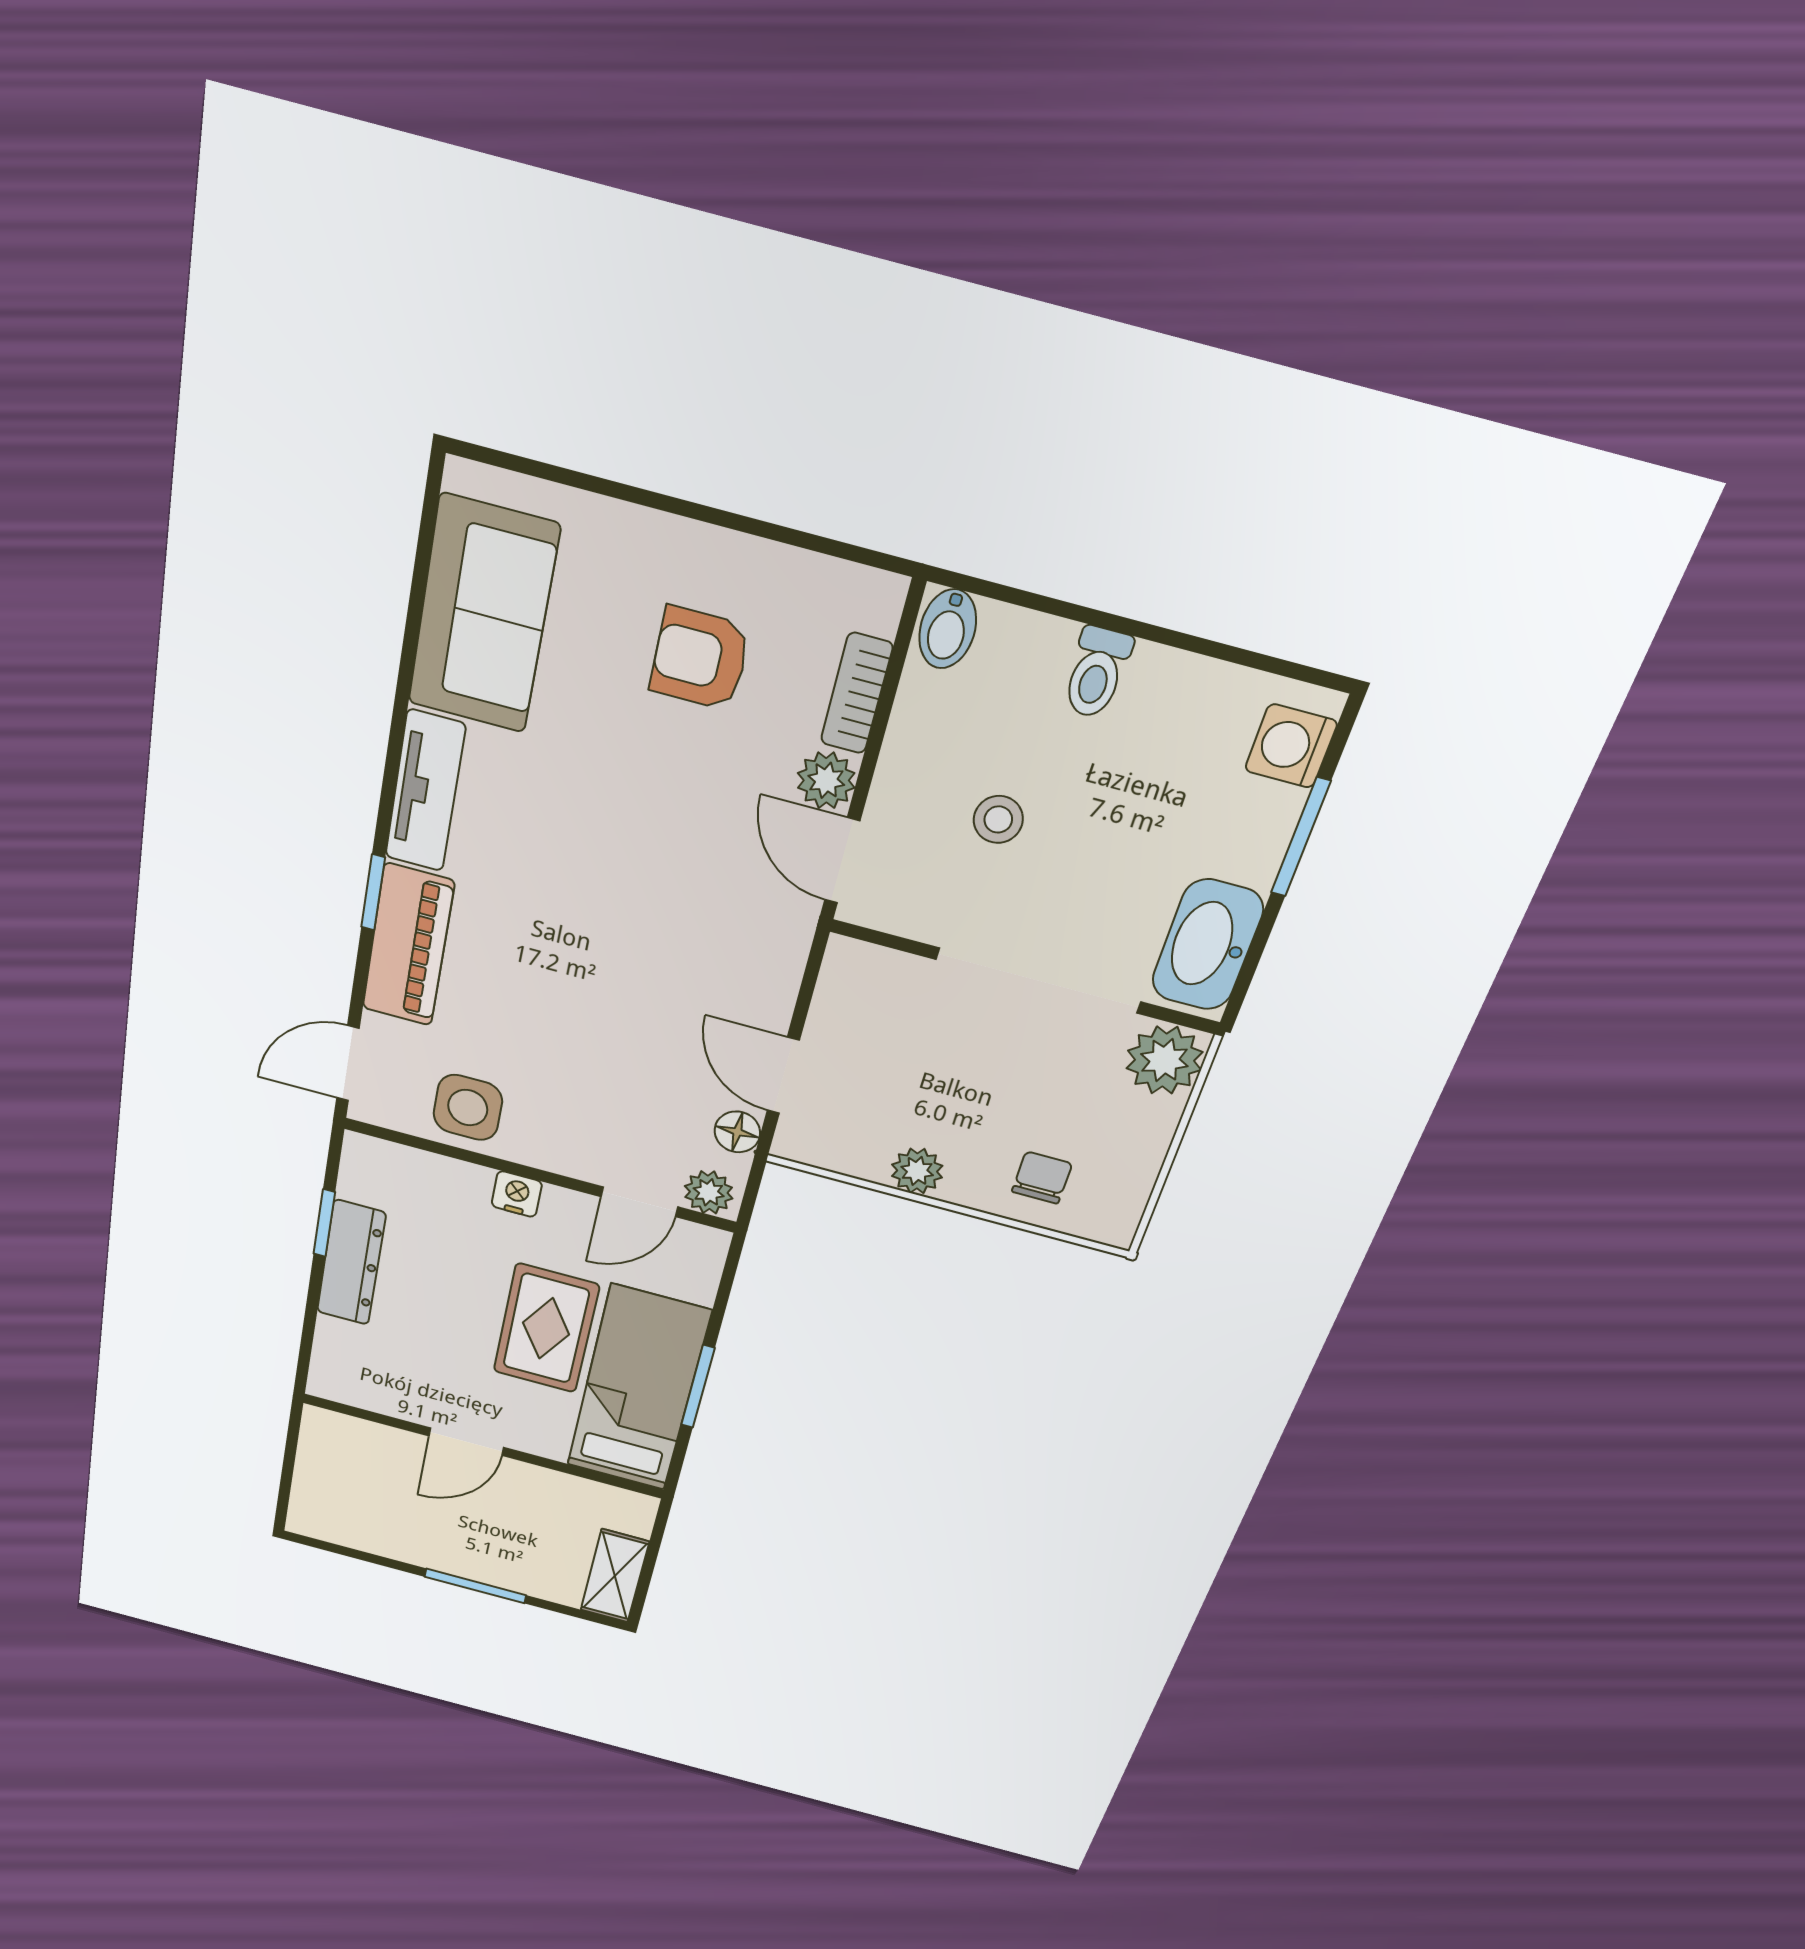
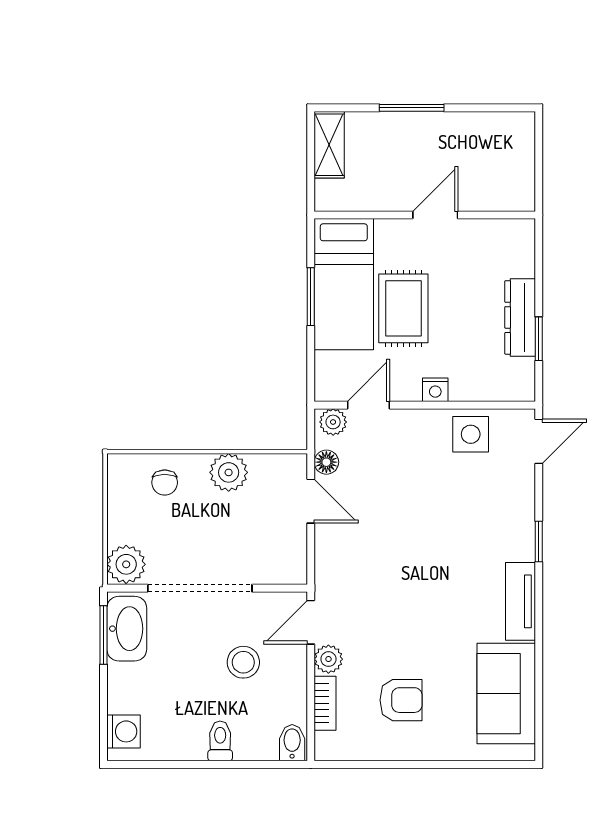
stool: (998, 819) -> (243, 662), width x1.37, depth x1.37
window: (1301, 837) -> (103, 635), moved
door: (842, 861) -> (311, 622), swing flipped
piano: (408, 945) -> (517, 518), removed
plant: (917, 1171) -> (229, 472), width x1.38, depth x1.38

